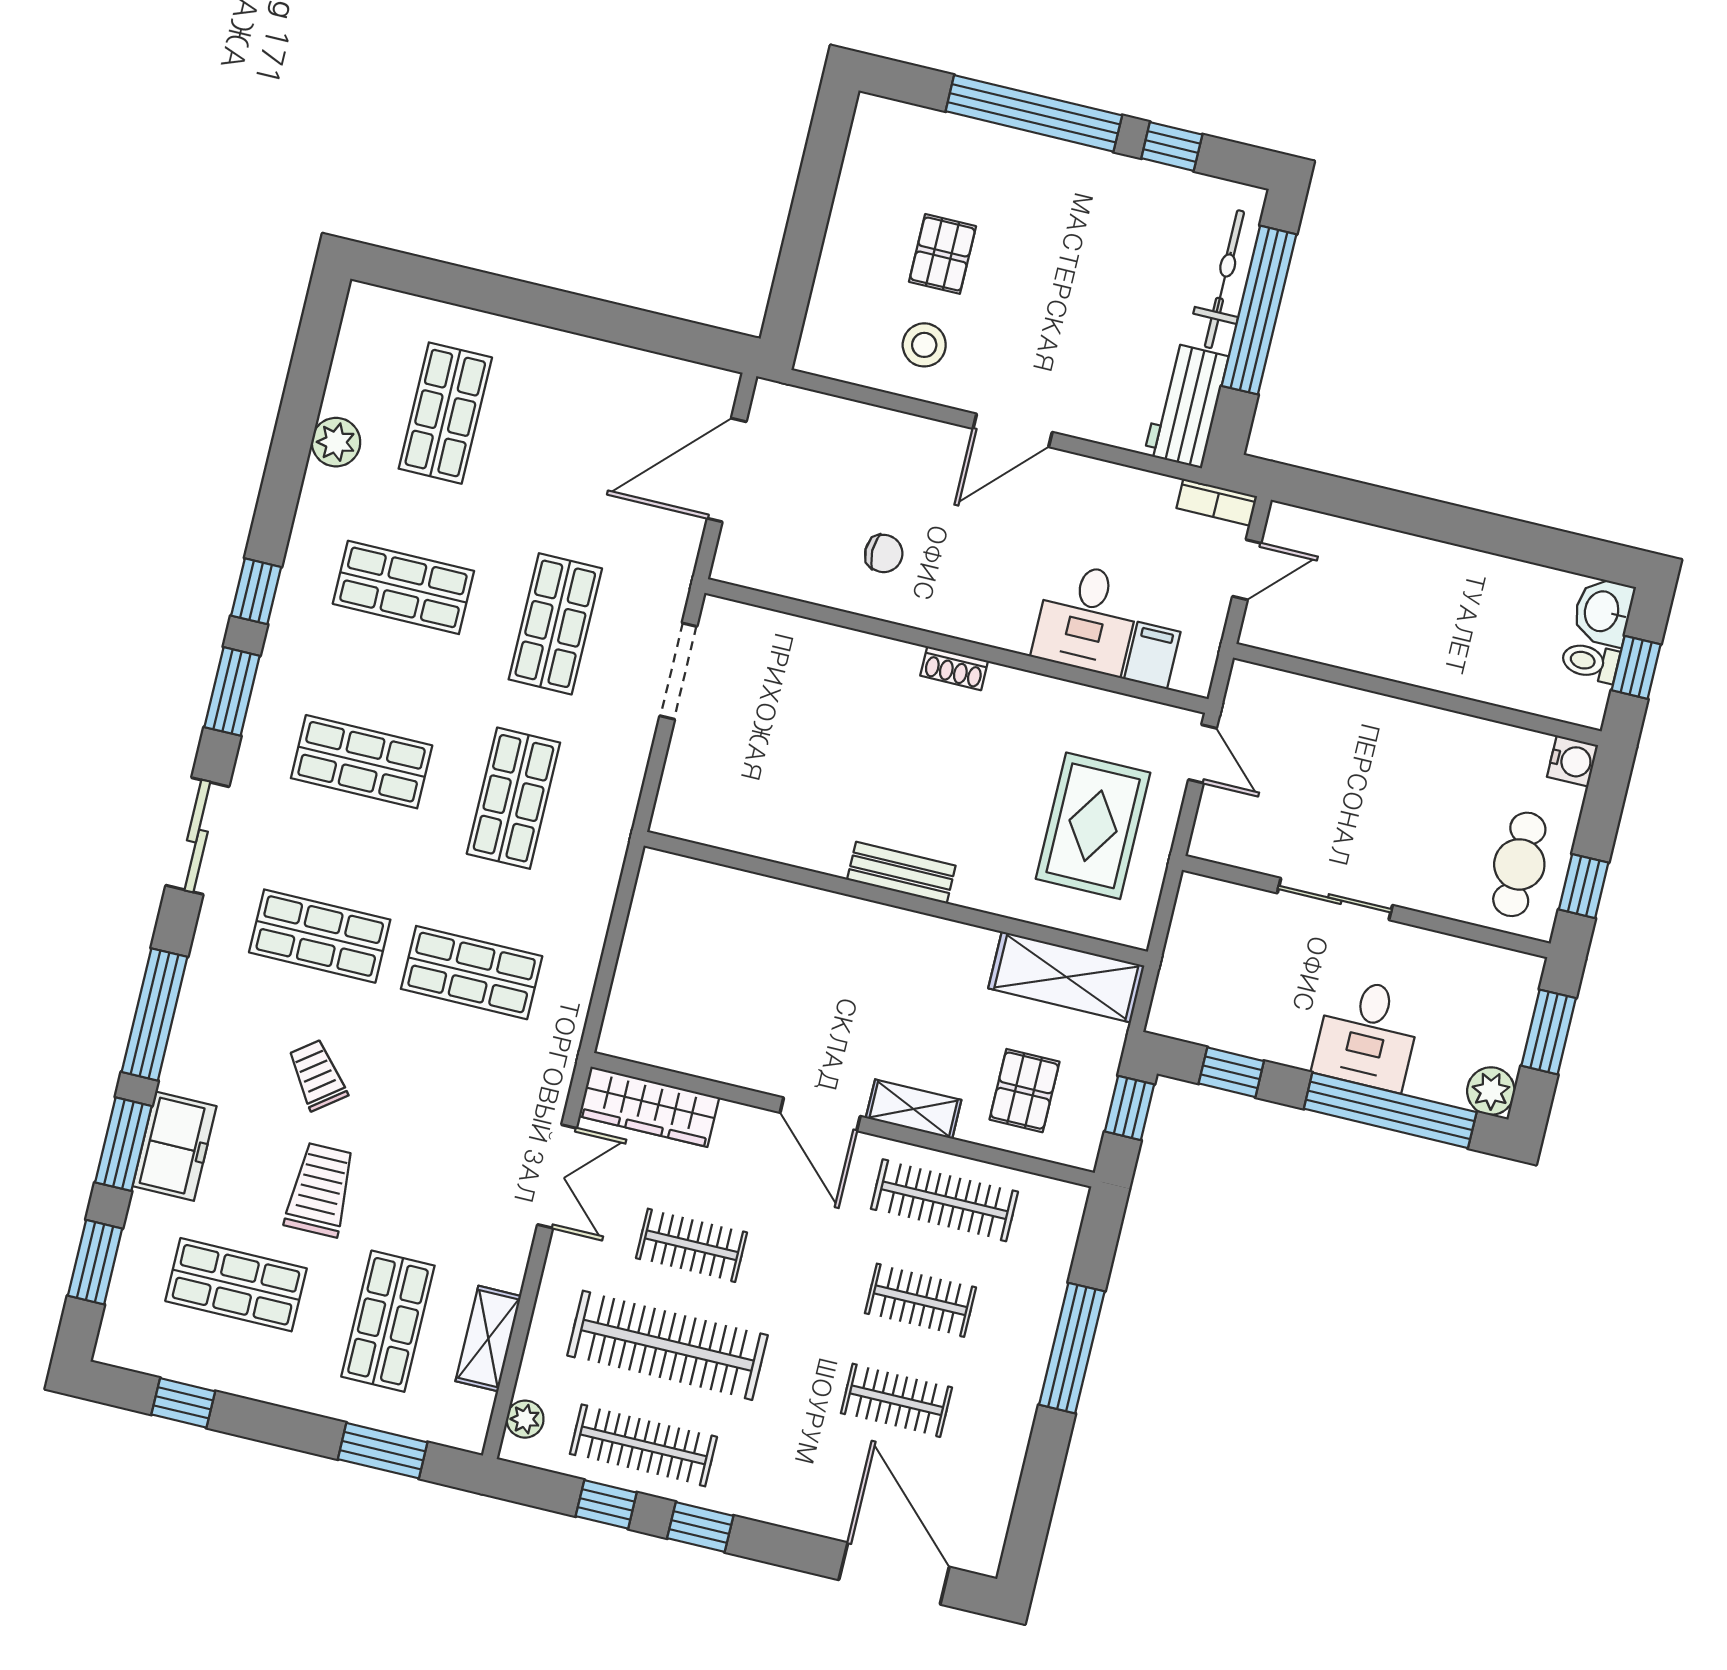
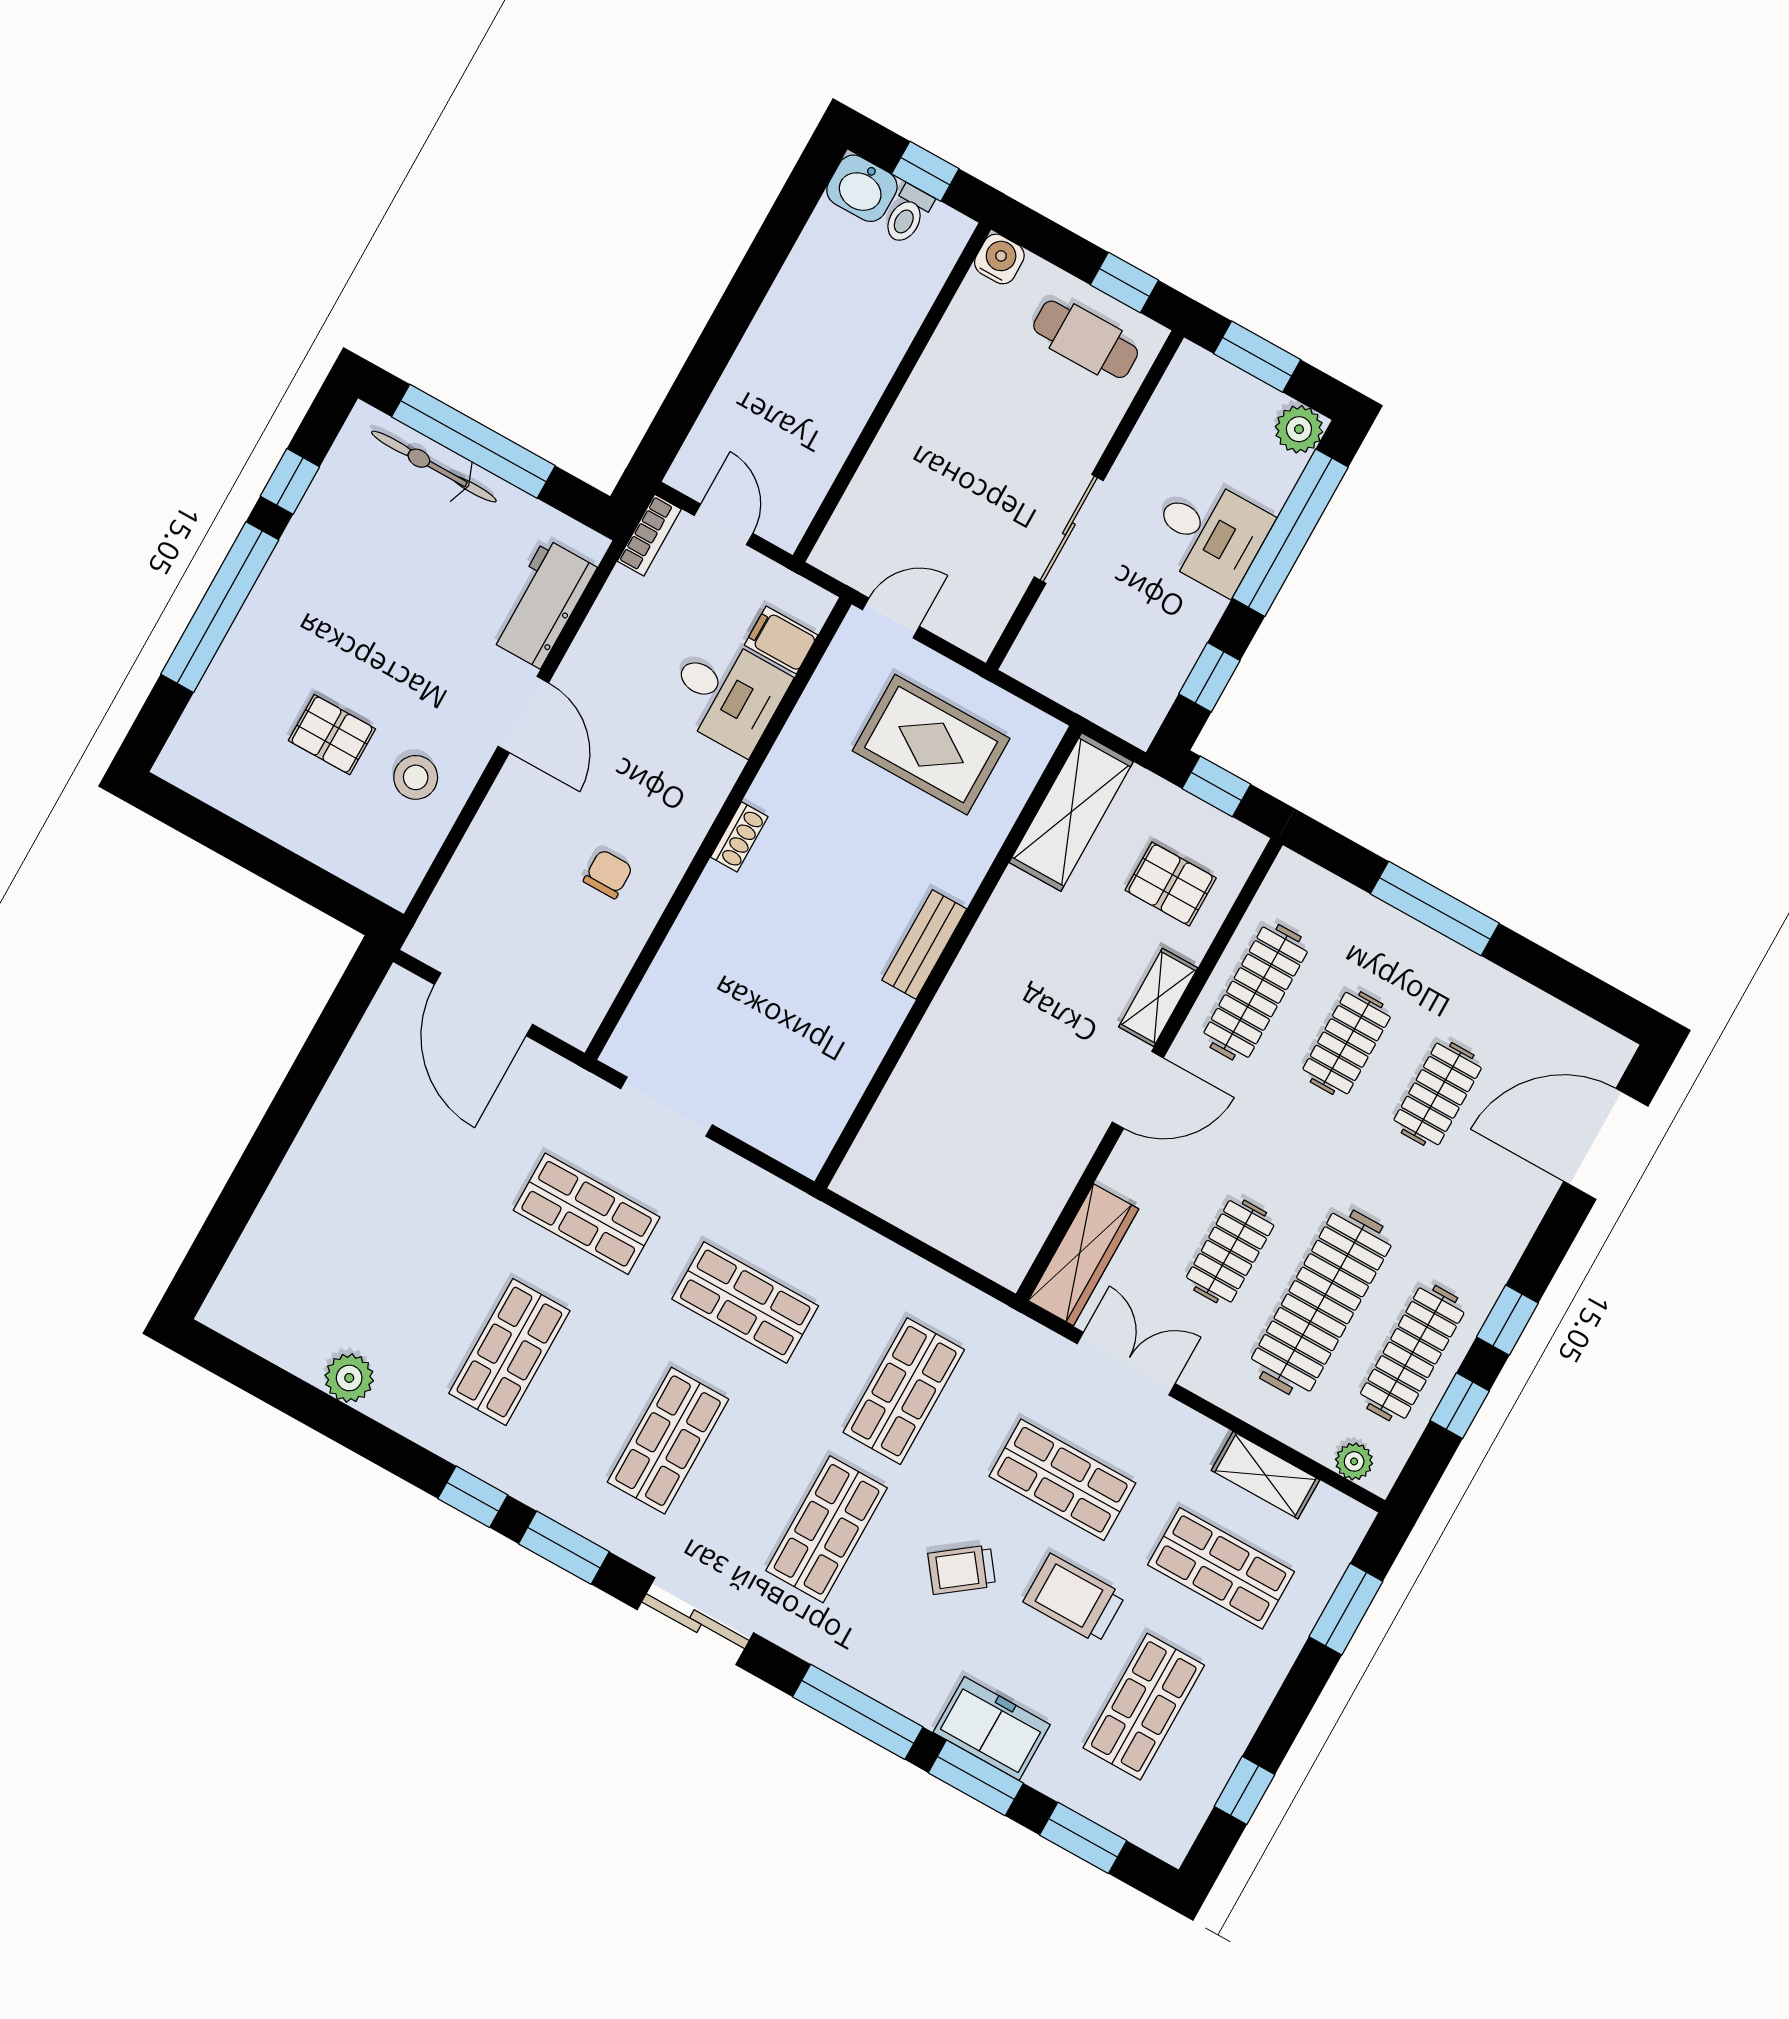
workbench: (1186, 406) -> (543, 604), moved, turned 90
shop shelf: (445, 413) -> (1062, 1480), moved

